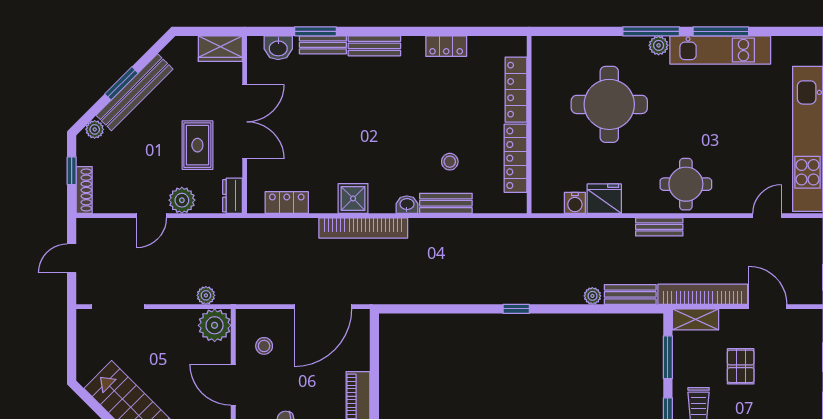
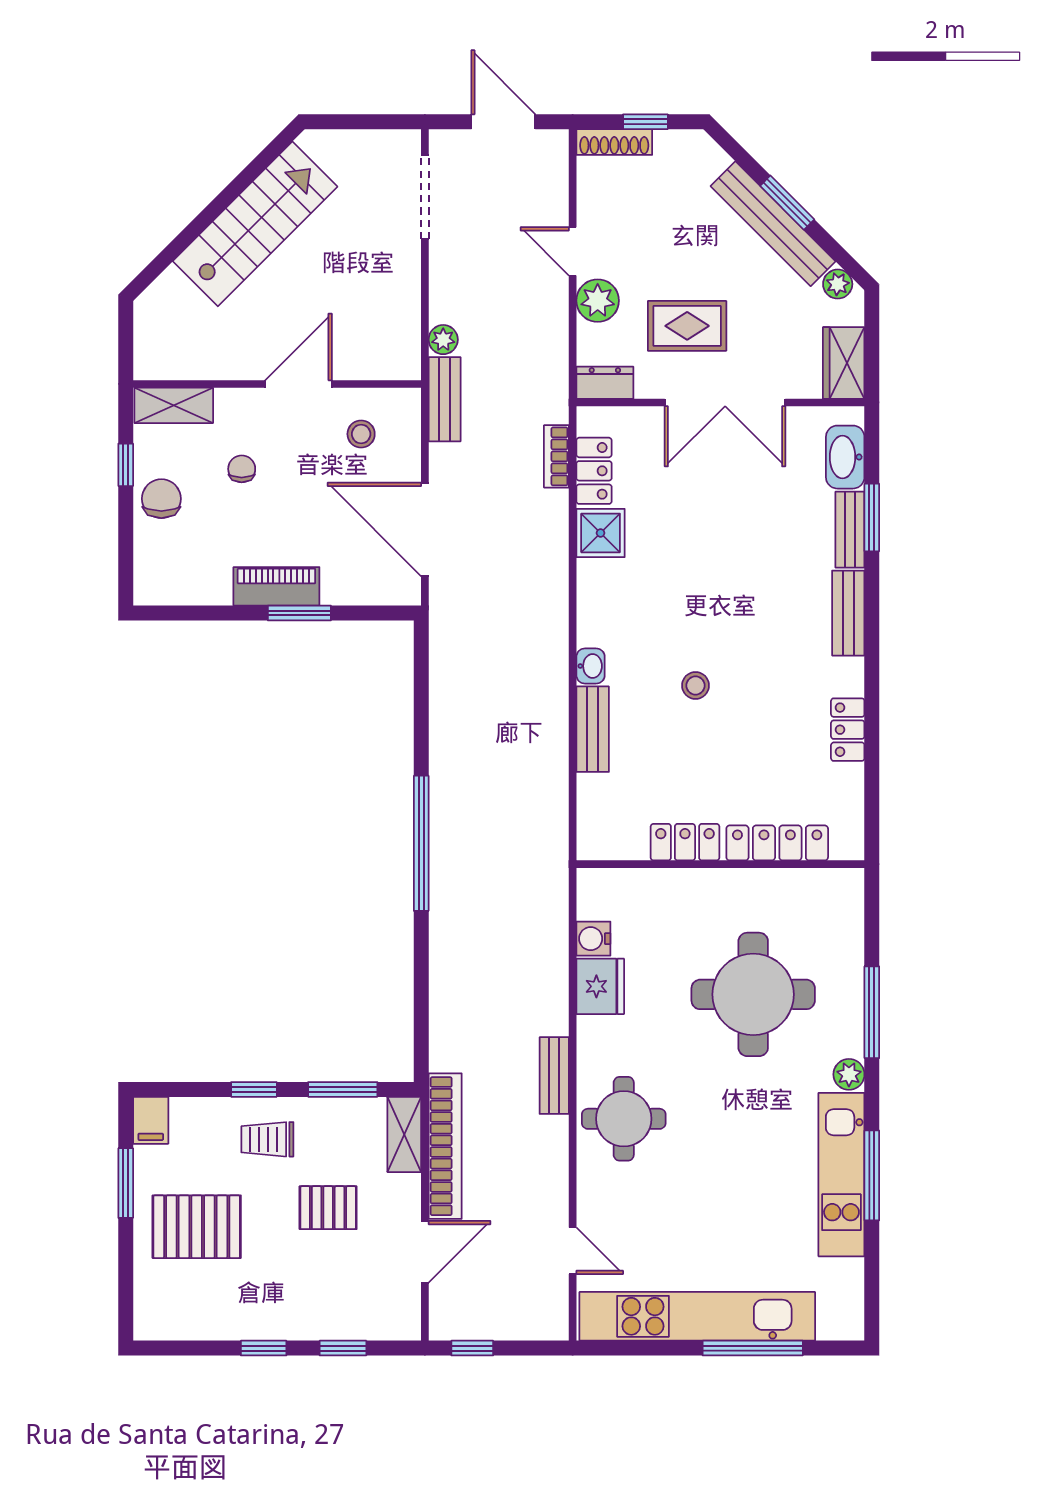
window: (651, 31) -> (872, 1012), moved
washbasin: (278, 48) -> (845, 457), width x1.38
plant: (95, 129) -> (838, 284), moved
locker: (515, 158) -> (685, 842), width x0.66
stool: (450, 162) -> (696, 685), moved
shower: (353, 198) -> (601, 533), moved
bookcase: (363, 228) -> (556, 456), moved, width x0.43, depth x0.76
door: (72, 258) -> (503, 122), width x1.38
bench: (630, 294) -> (445, 399), moved
plant: (592, 296) -> (442, 967), removed
window: (516, 309) -> (421, 843), width x3.17
plant: (215, 325) -> (395, 354), removed
window: (374, 384) -> (299, 613), added

